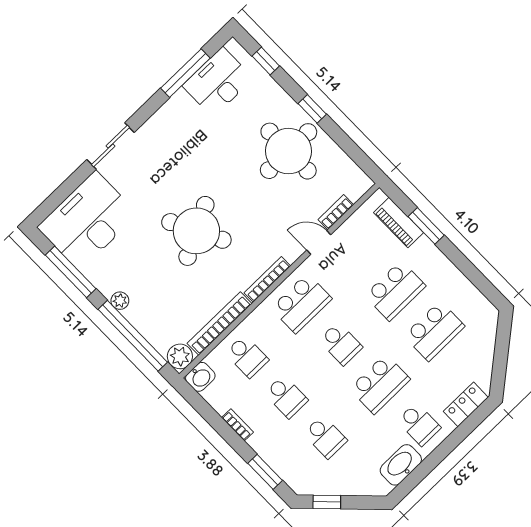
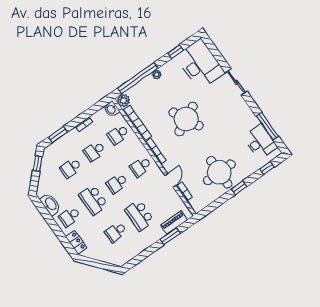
window: (71, 272) -> (175, 52), width x0.46
school desk: (301, 303) -> (141, 167), width x0.54
school desk: (434, 331) -> (116, 232), width x0.54

